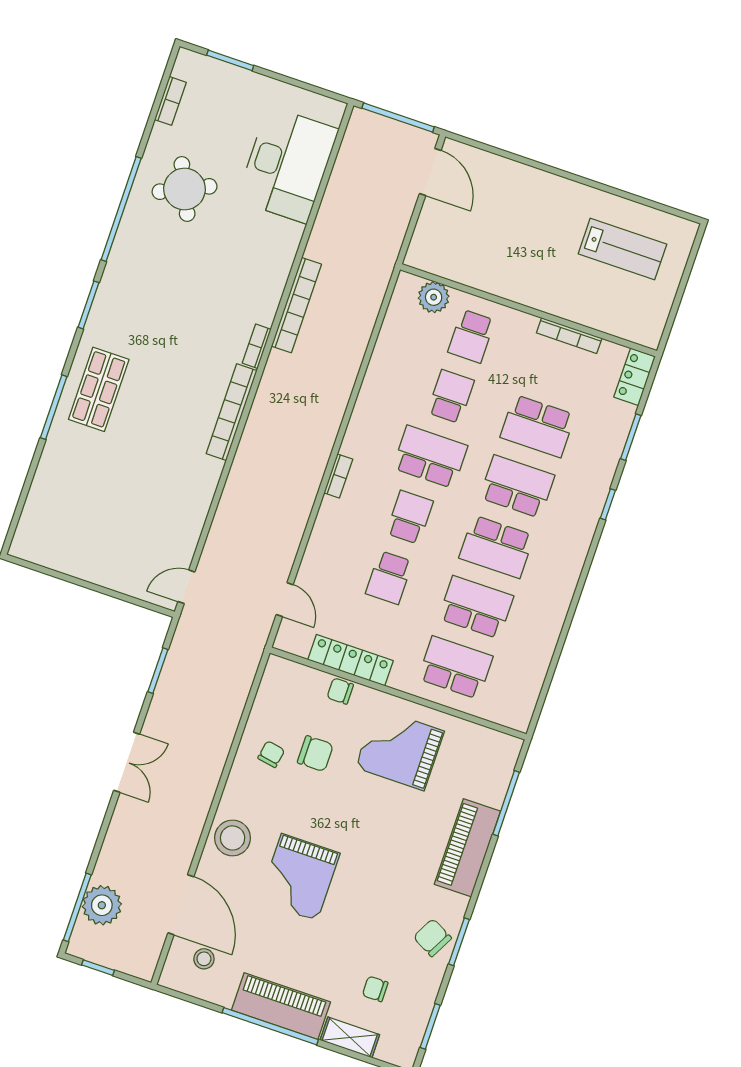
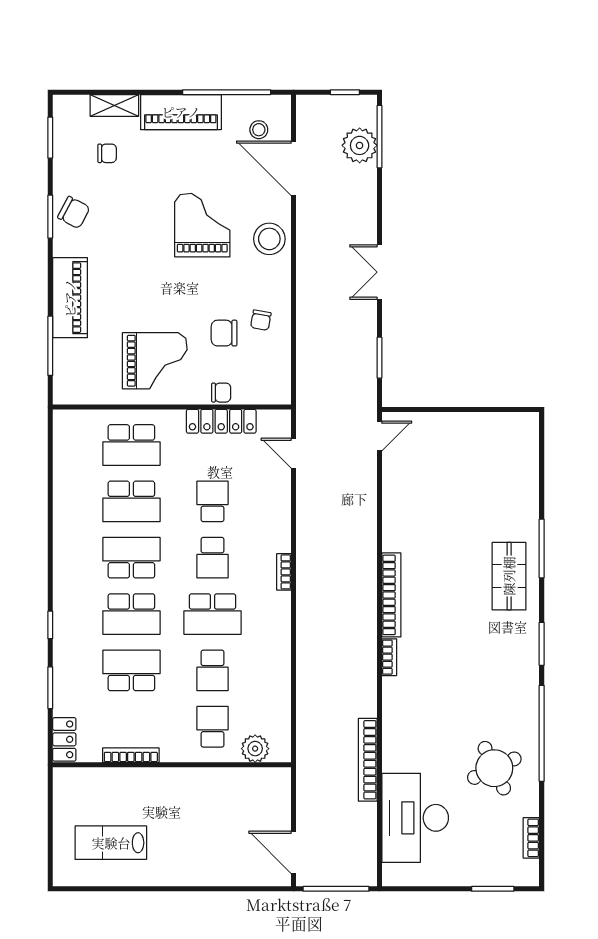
bookcase: (296, 305) -> (368, 760), moved
window: (270, 1026) -> (227, 92), moved

